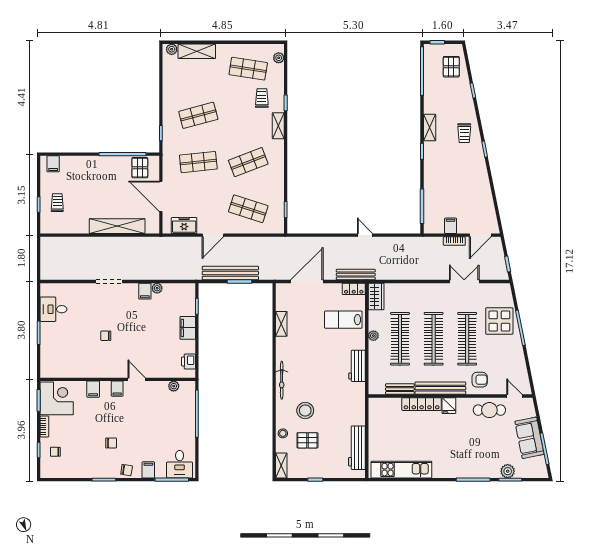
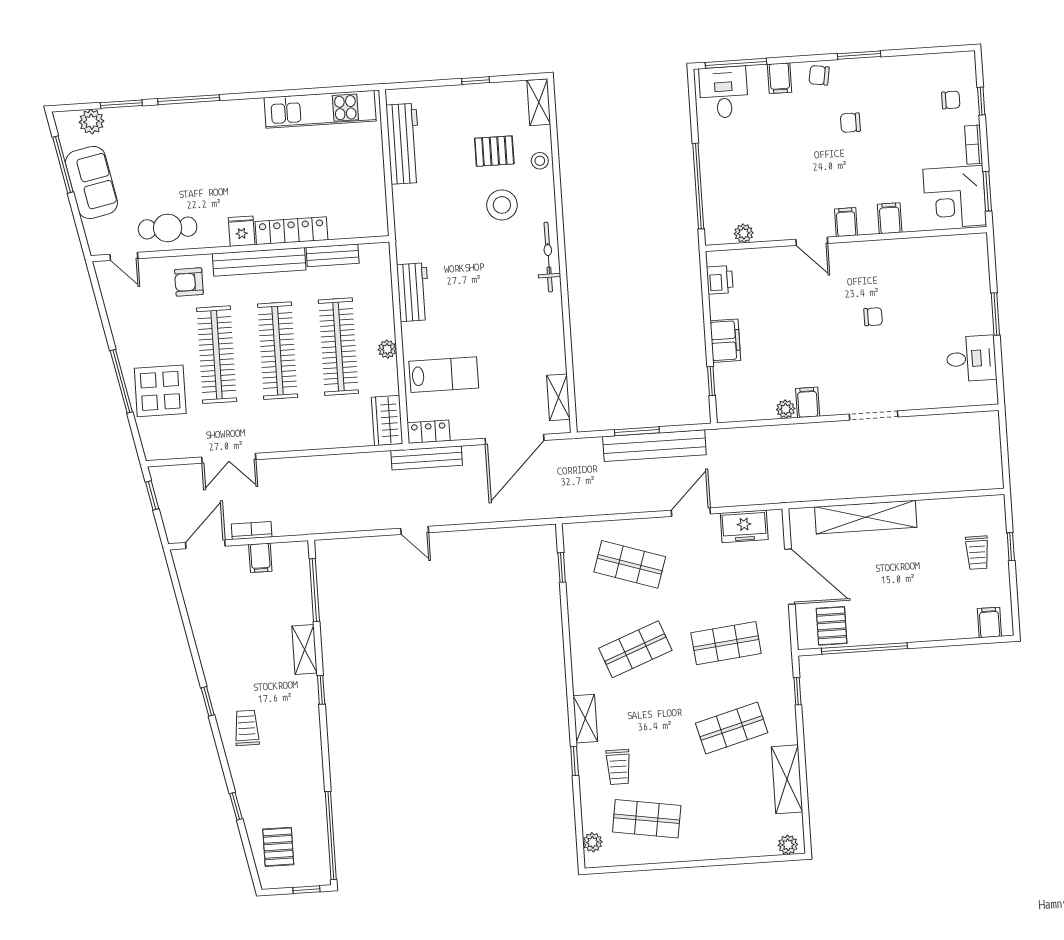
shelving: (197, 51) -> (787, 779), moved, turned 90
shelving: (430, 127) -> (305, 650), moved
shelving: (281, 324) -> (558, 397), moved
plant: (508, 471) -> (92, 122), moved

